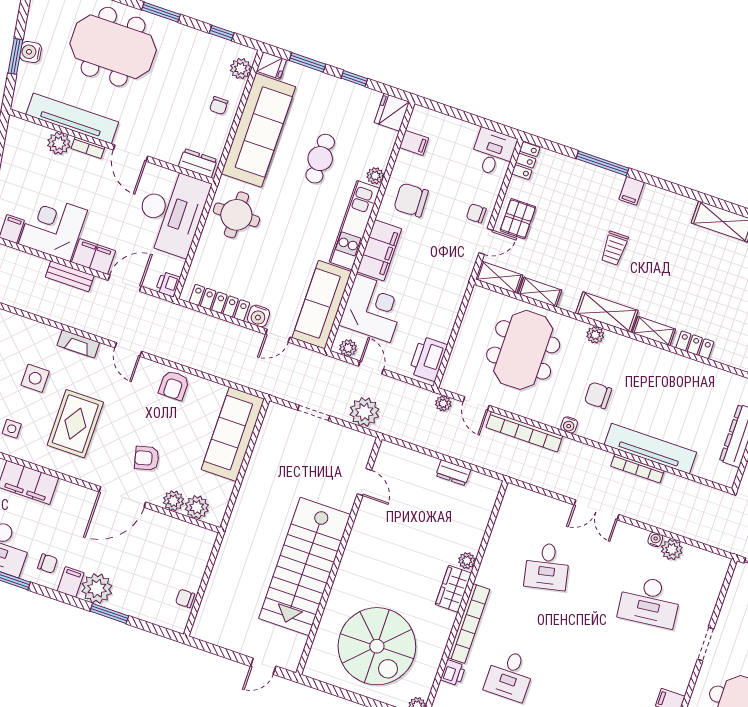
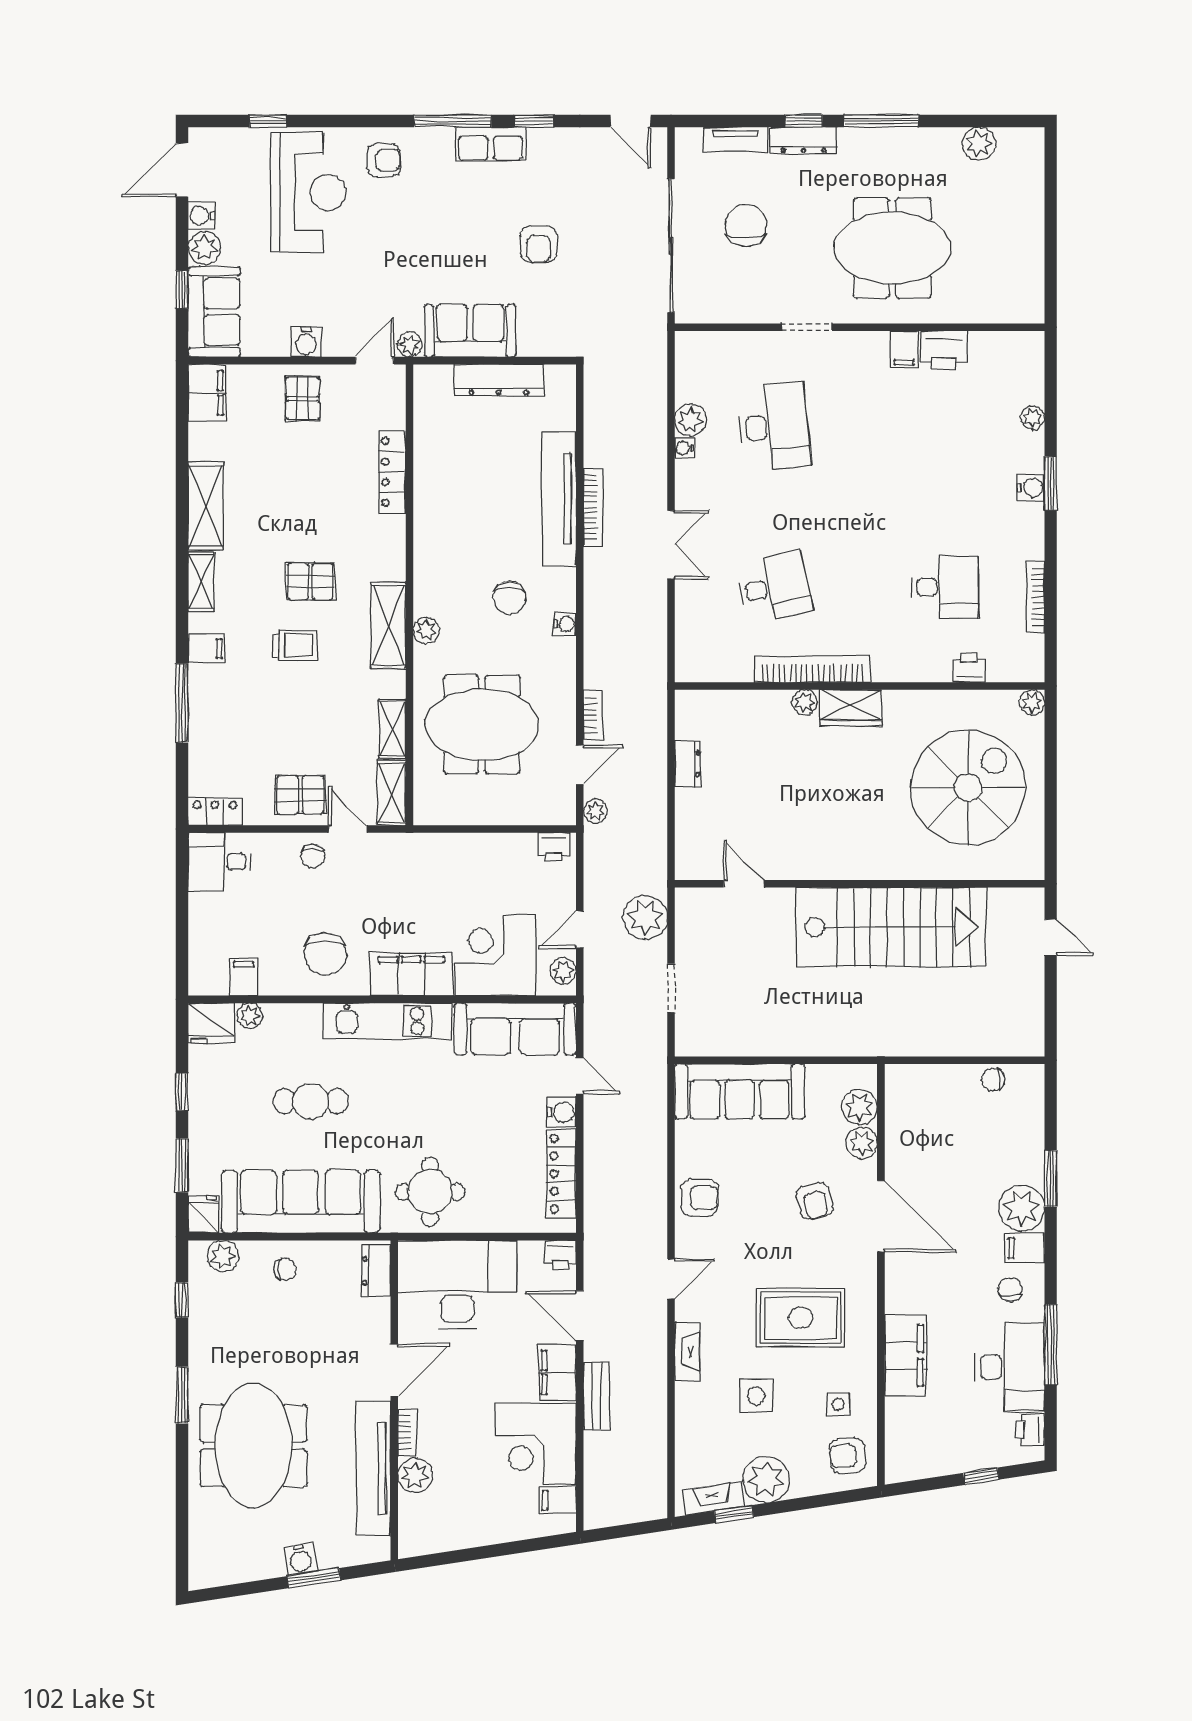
plant: (375, 176) -> (250, 1016), moved
pallet: (652, 272) -> (311, 581), added
shelving: (654, 331) -> (201, 582), moved
locker: (695, 345) -> (392, 472), width x1.53
printer: (428, 359) -> (554, 847), width x0.53, depth x0.68
bookcase: (524, 432) -> (593, 715), width x0.43, depth x0.76
door: (364, 482) -> (744, 884), hinge flipped
chair: (185, 598) -> (993, 1080), turned 83
bookcase: (469, 624) -> (813, 669), moved

